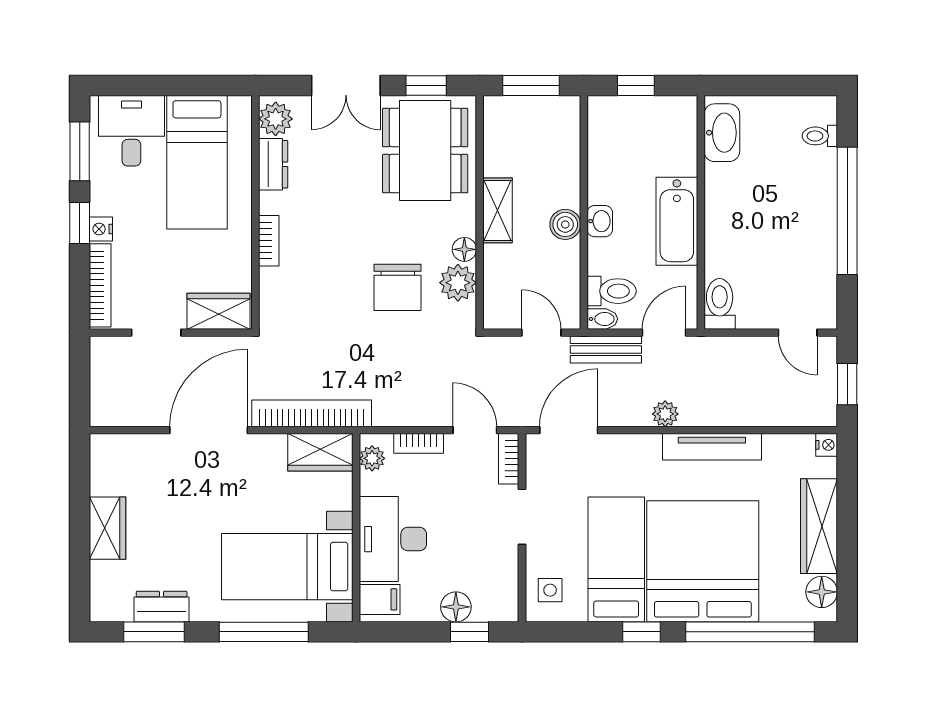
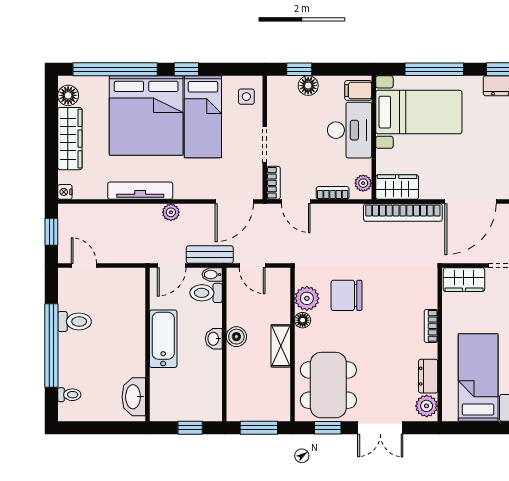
double door: (346, 86) -> (380, 428), swing flipped
chair: (398, 287) -> (346, 295), turned -90
toilet: (720, 304) -> (75, 322), moved, turned -90

